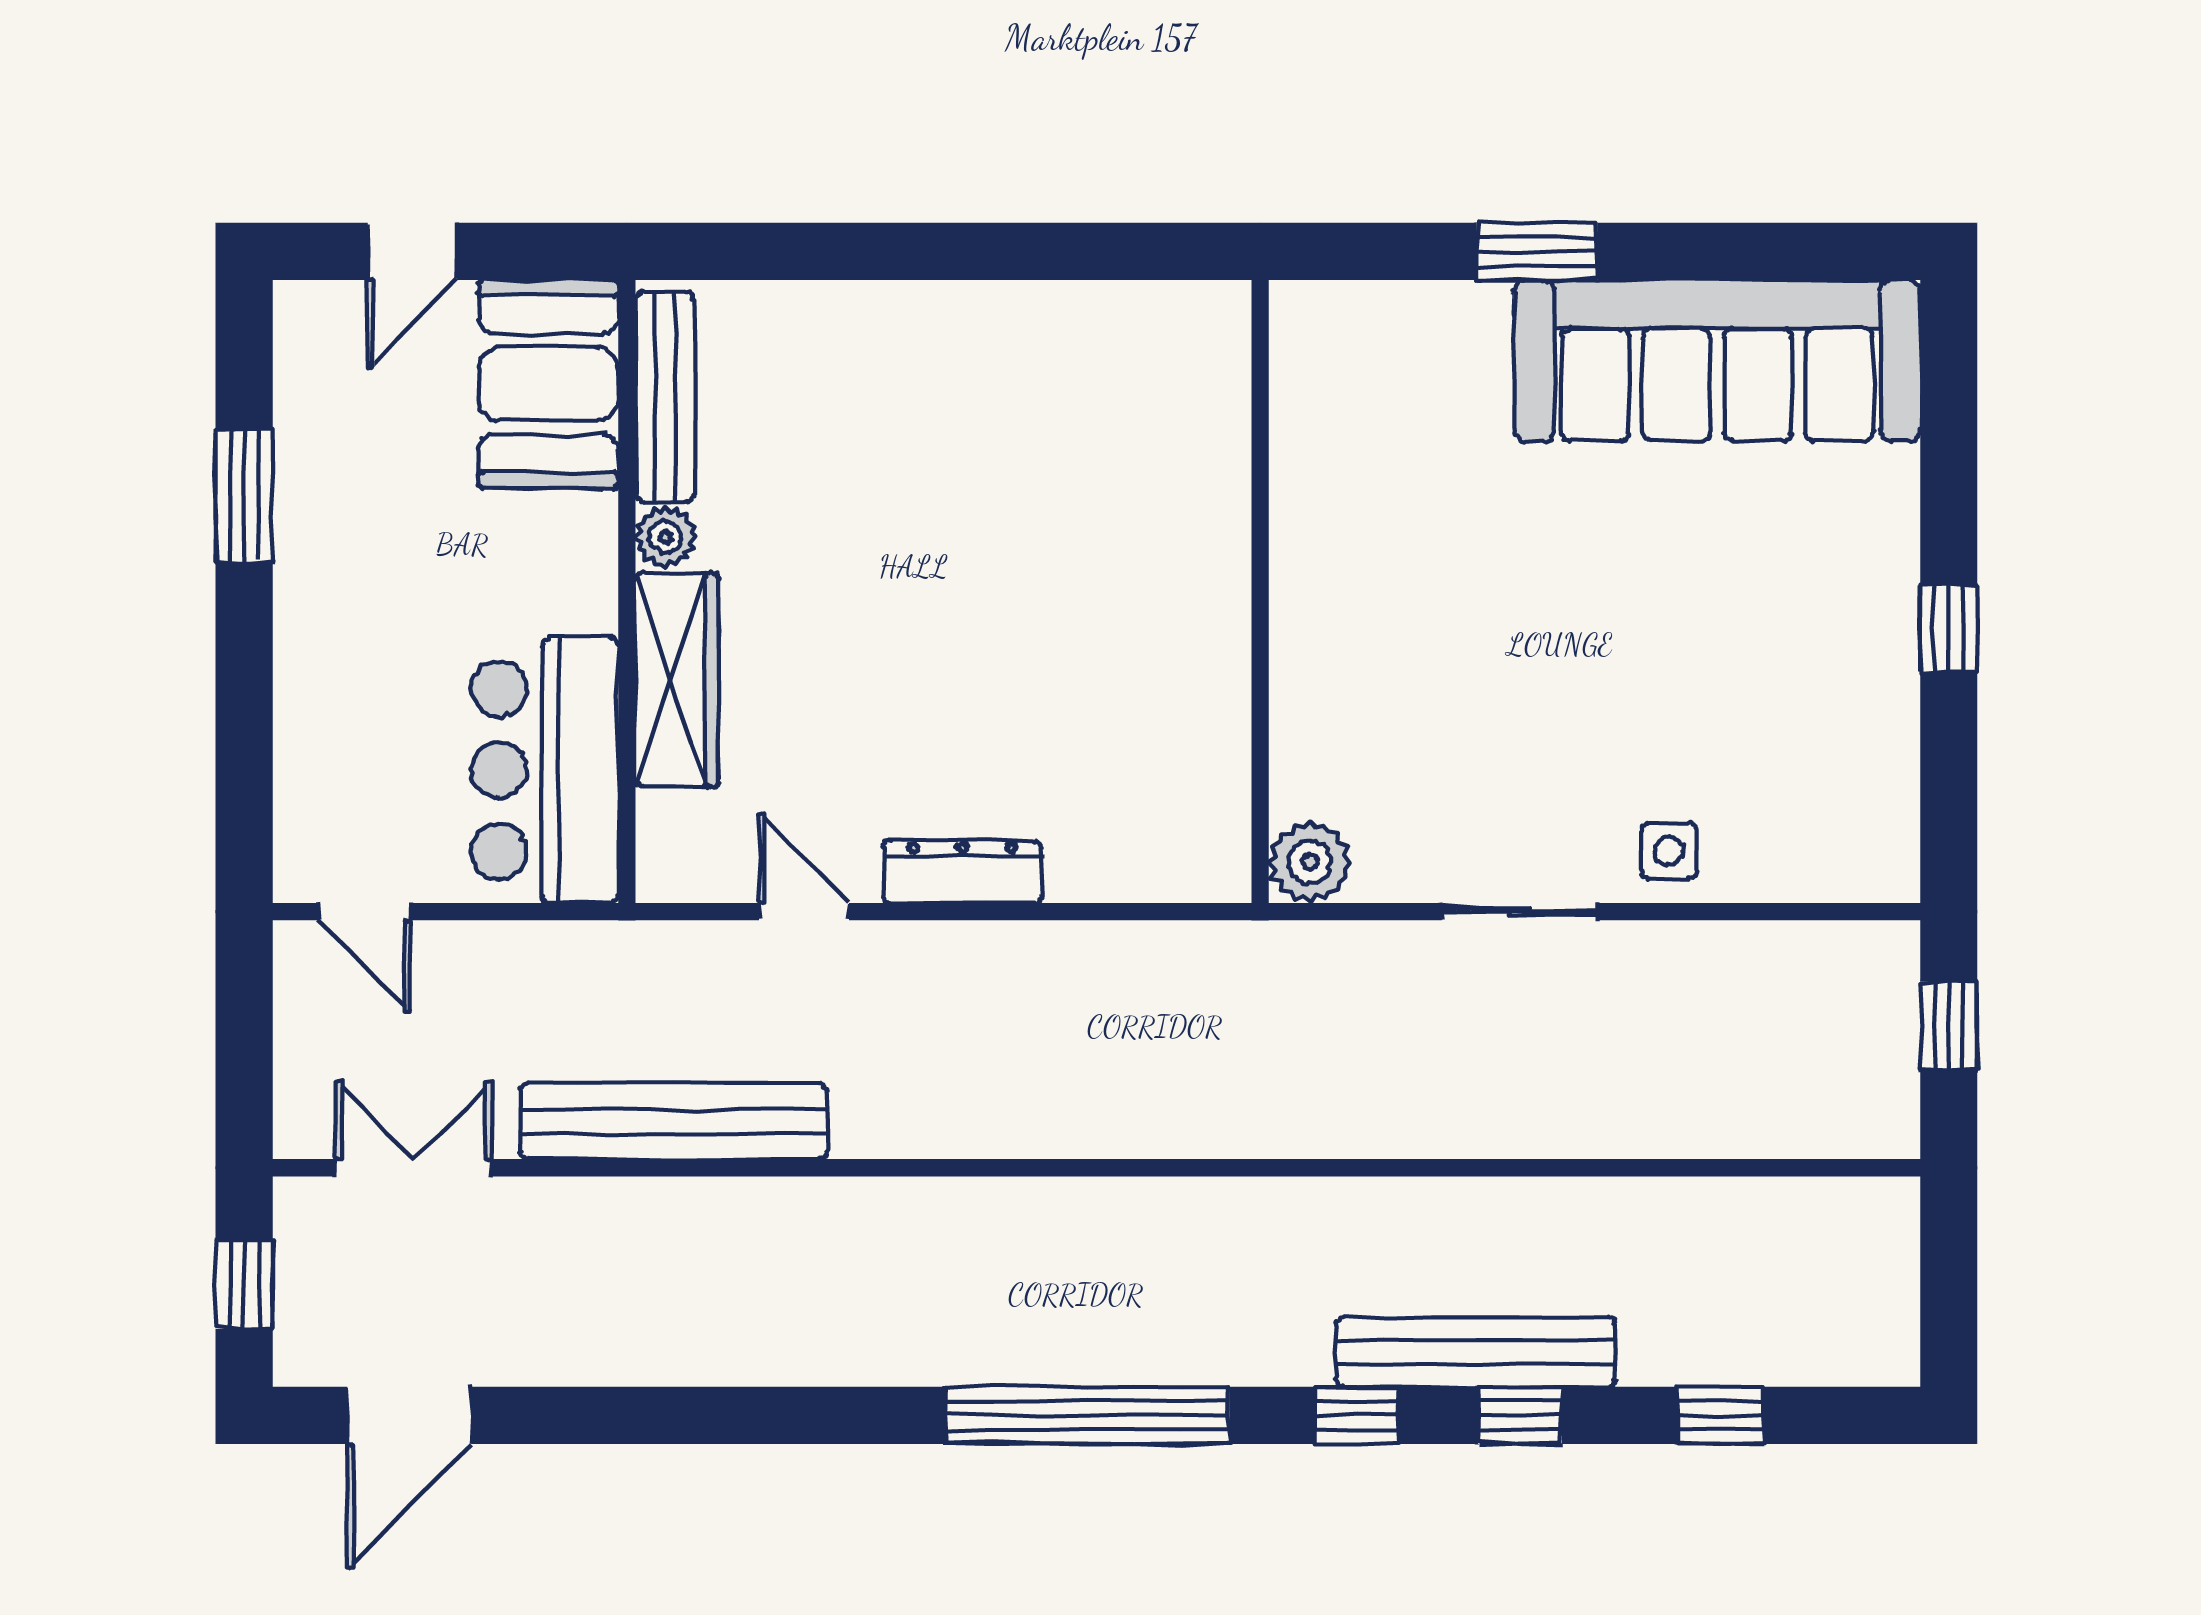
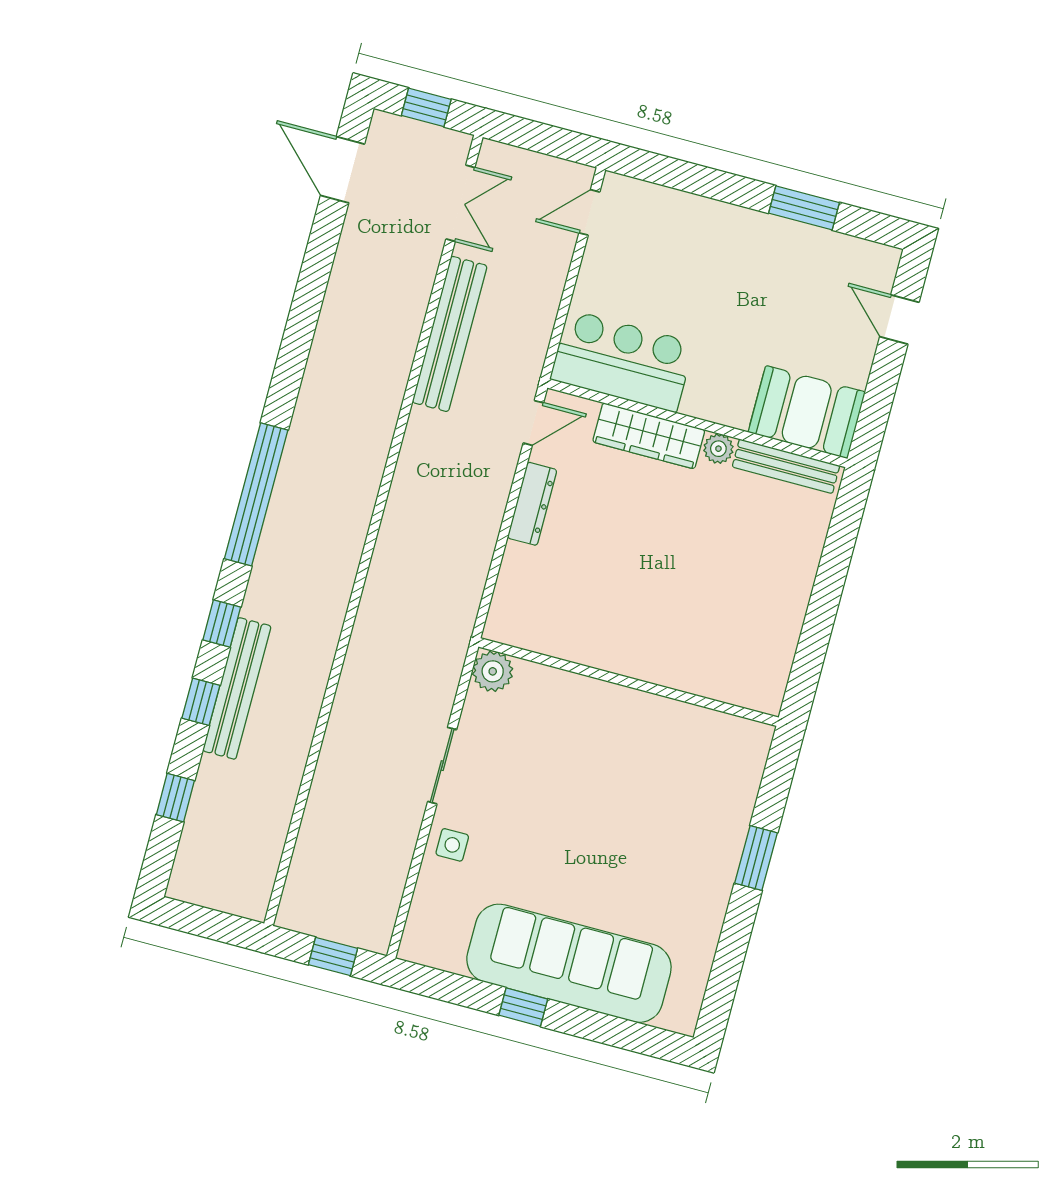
sofa: (1717, 361) -> (569, 963), moved, turned 90
booth: (548, 384) -> (807, 412), moved
bench: (665, 396) -> (786, 466), moved
plant: (666, 537) -> (718, 449), moved
wall: (627, 591) -> (697, 423), moved
wardrobe: (677, 680) -> (649, 436), moved
bar counter: (545, 770) -> (622, 361), moved

